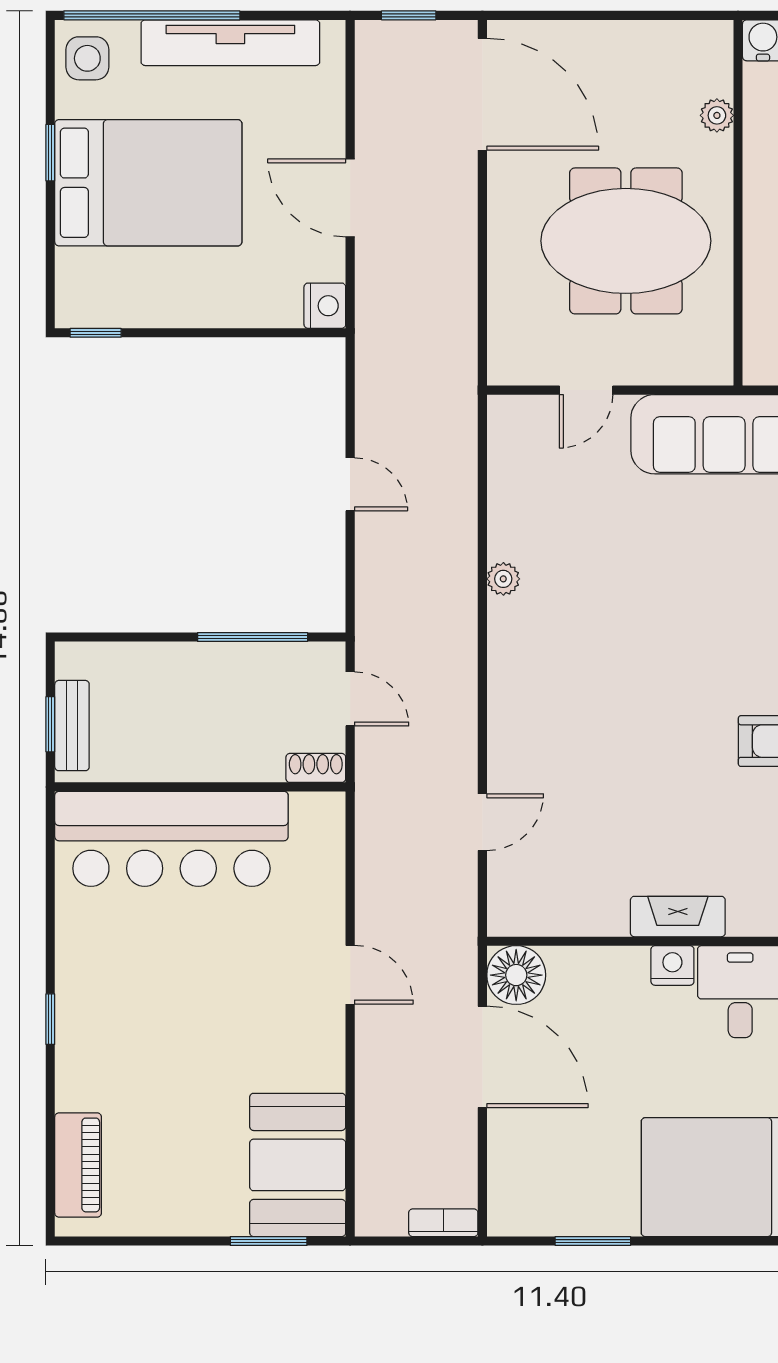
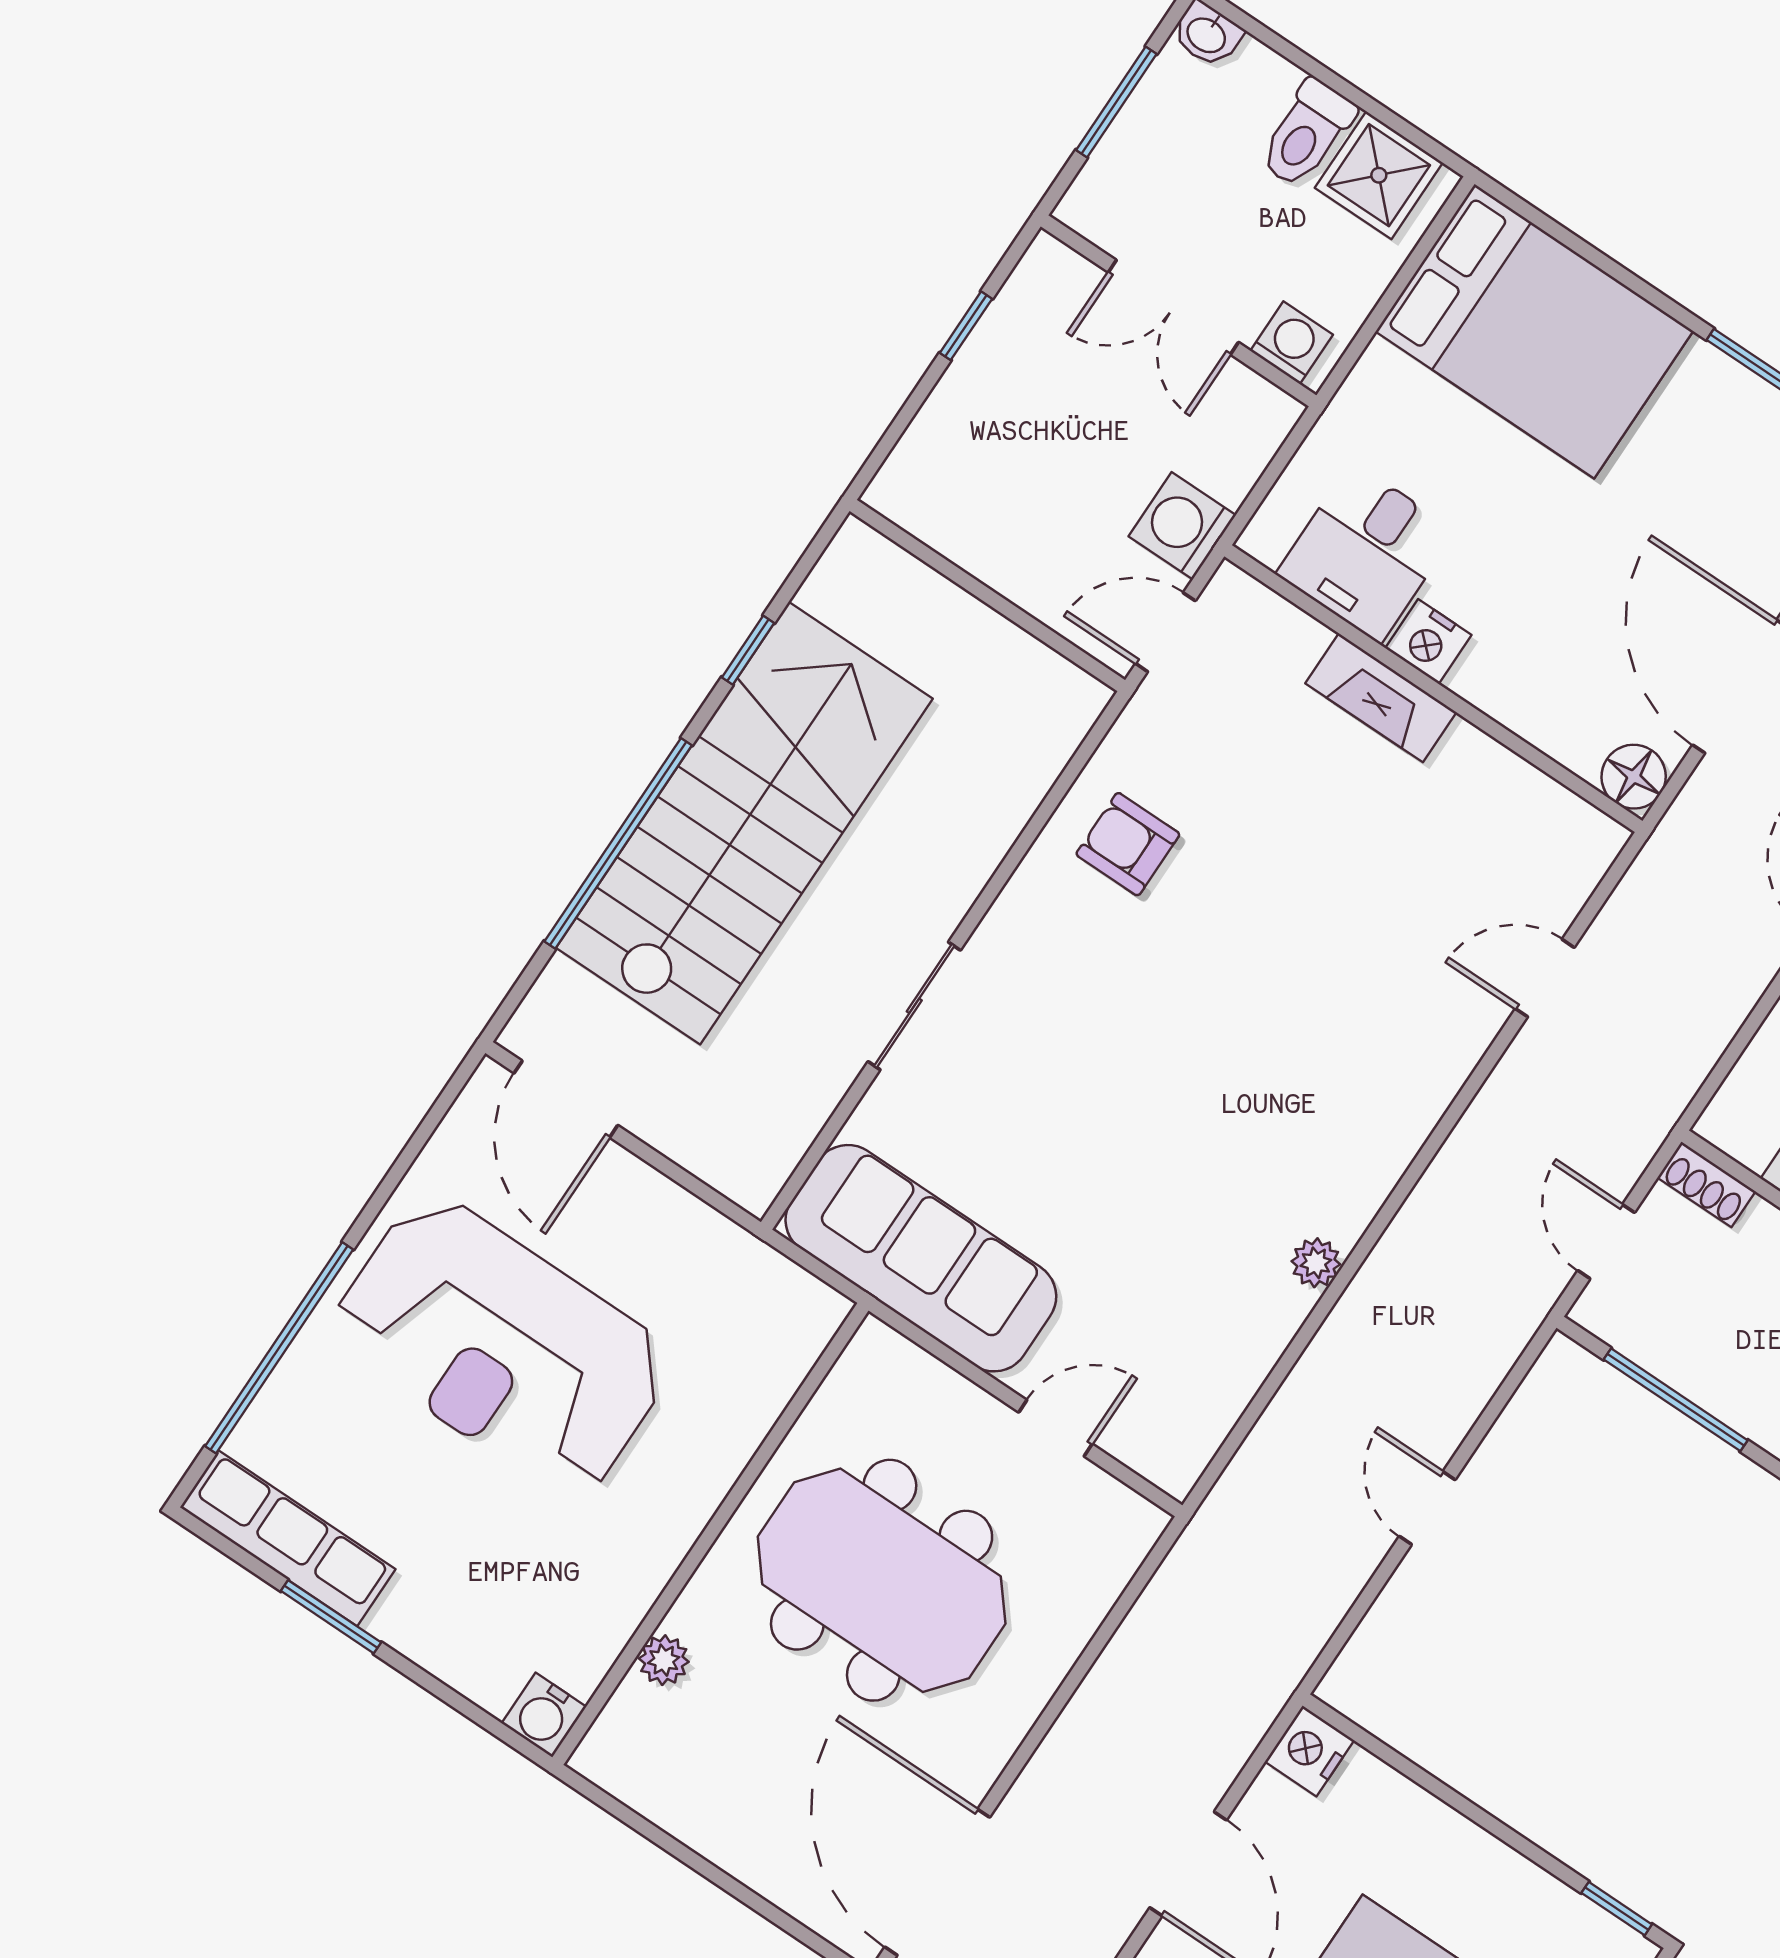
floor lamp: (516, 975) -> (1634, 777), width x0.73, depth x0.73

